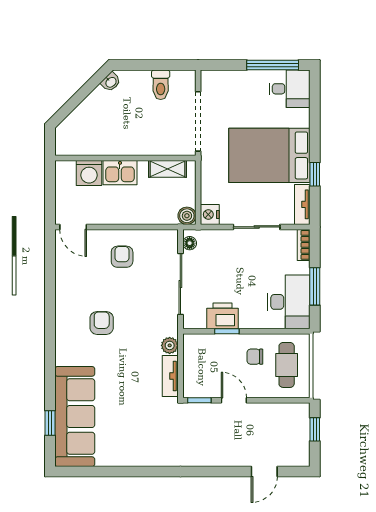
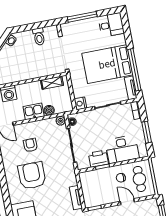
window: (273, 65) -> (82, 17), moved
kitchen sink: (120, 173) -> (34, 111), moved, turned 180
window: (315, 174) -> (134, 70), width x3.17
boiler: (187, 216) -> (49, 110), moved
armchair: (122, 257) -> (30, 145), moved
desk: (289, 302) -> (122, 149), moved, turned 90
armchair: (102, 323) -> (32, 176), width x1.88, depth x1.88
plant: (170, 345) -> (61, 121), moved
door: (234, 400) -> (127, 202), moved

